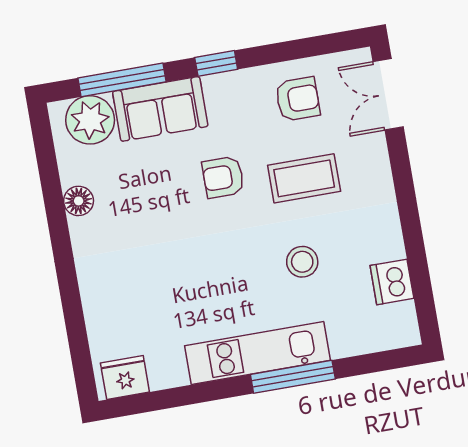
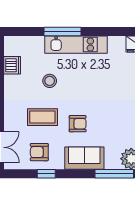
window: (216, 63) -> (46, 174), moved
sofa: (160, 109) -> (84, 158), moved

